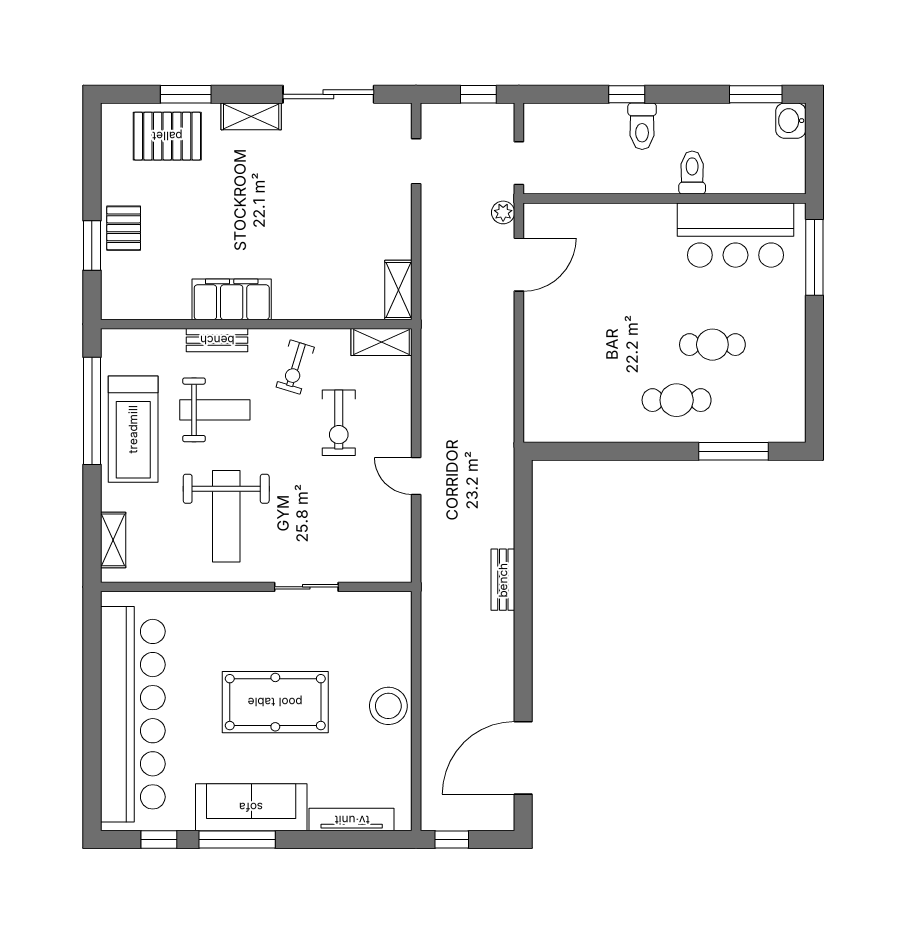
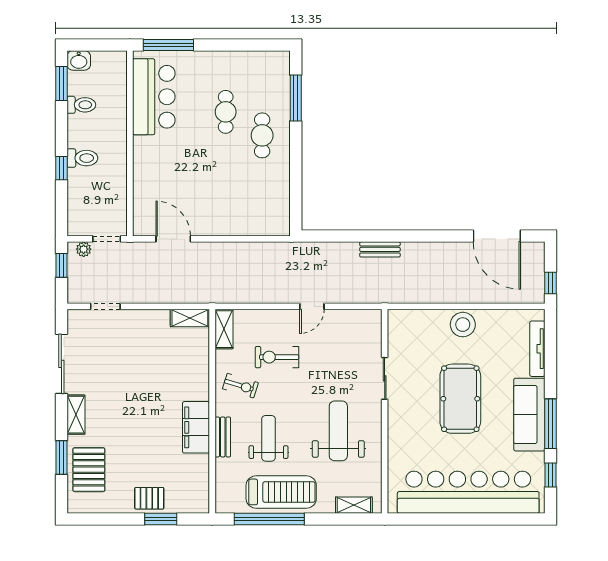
toilet: (692, 173) -> (81, 105), moved, turned 180
plant: (503, 212) -> (84, 249), moved
exercise bike: (339, 423) -> (277, 357), turned 180
weight bench: (226, 516) -> (338, 431), turned -90

